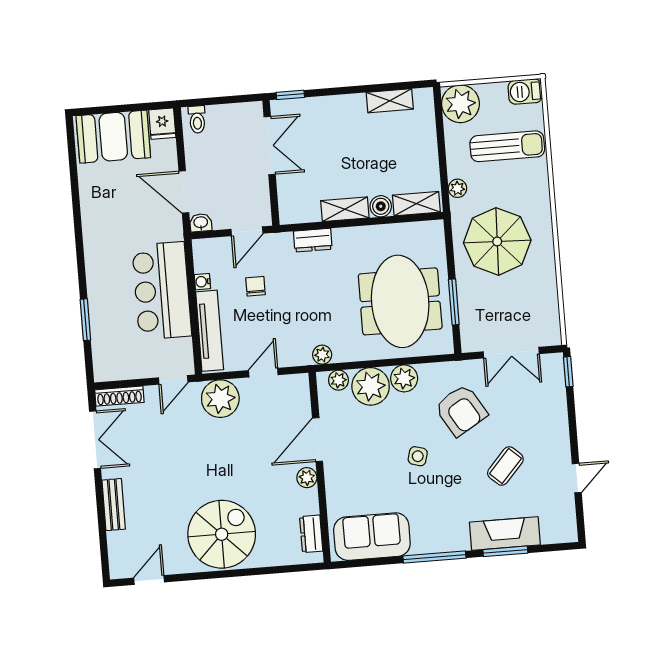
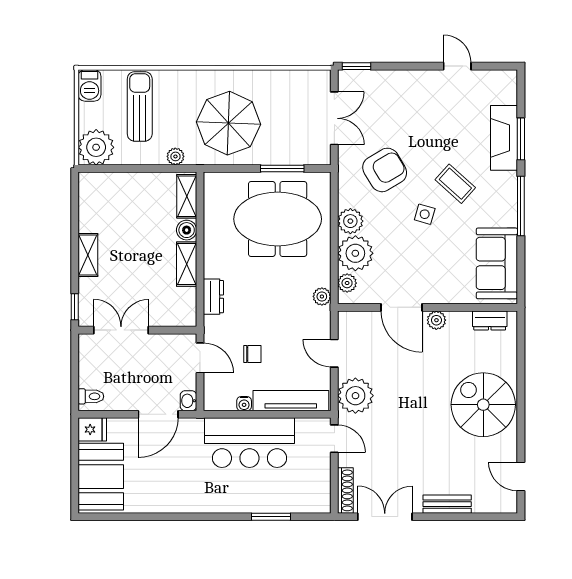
shelving: (390, 101) -> (88, 255), moved
chair: (256, 286) -> (252, 354), turned 180
coffee table: (505, 466) -> (455, 184), moved

